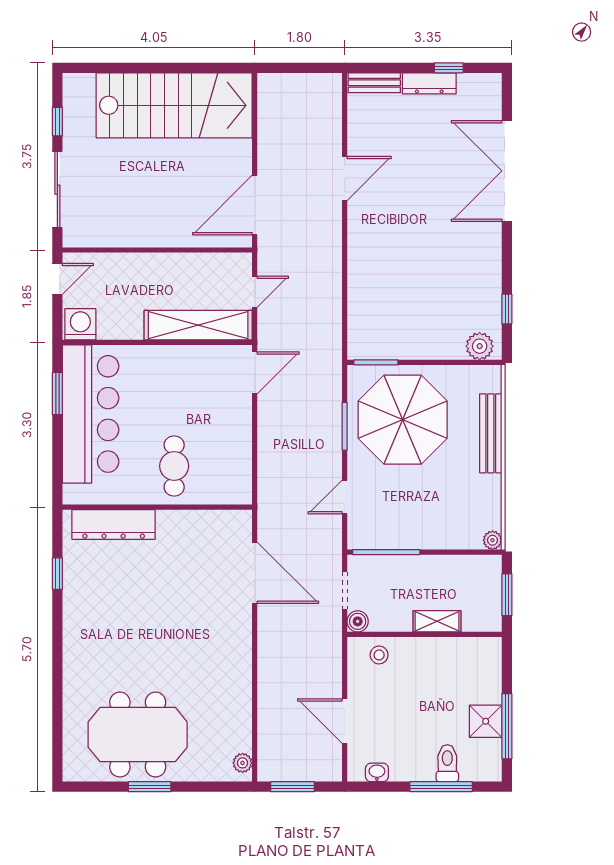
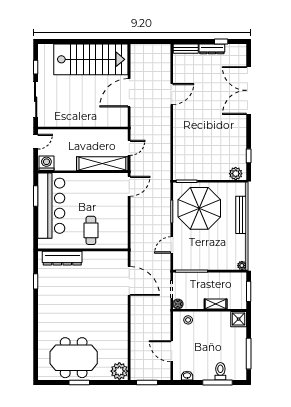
door: (255, 205) -> (129, 93), moved
shower: (486, 721) -> (239, 319), moved
plant: (243, 763) -> (119, 371), width x1.88, depth x1.88

